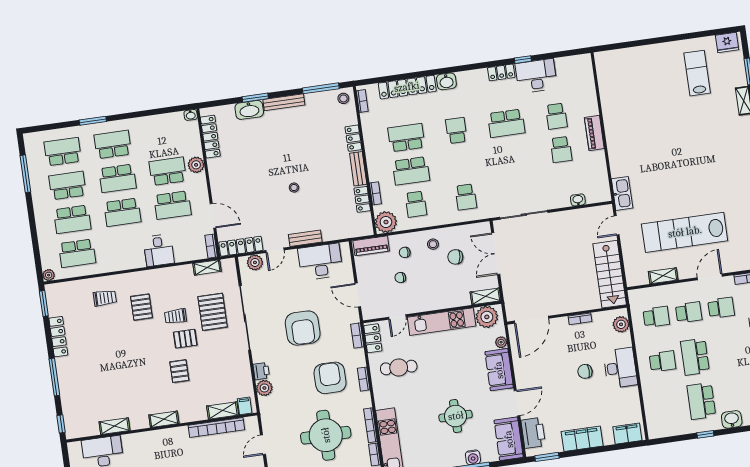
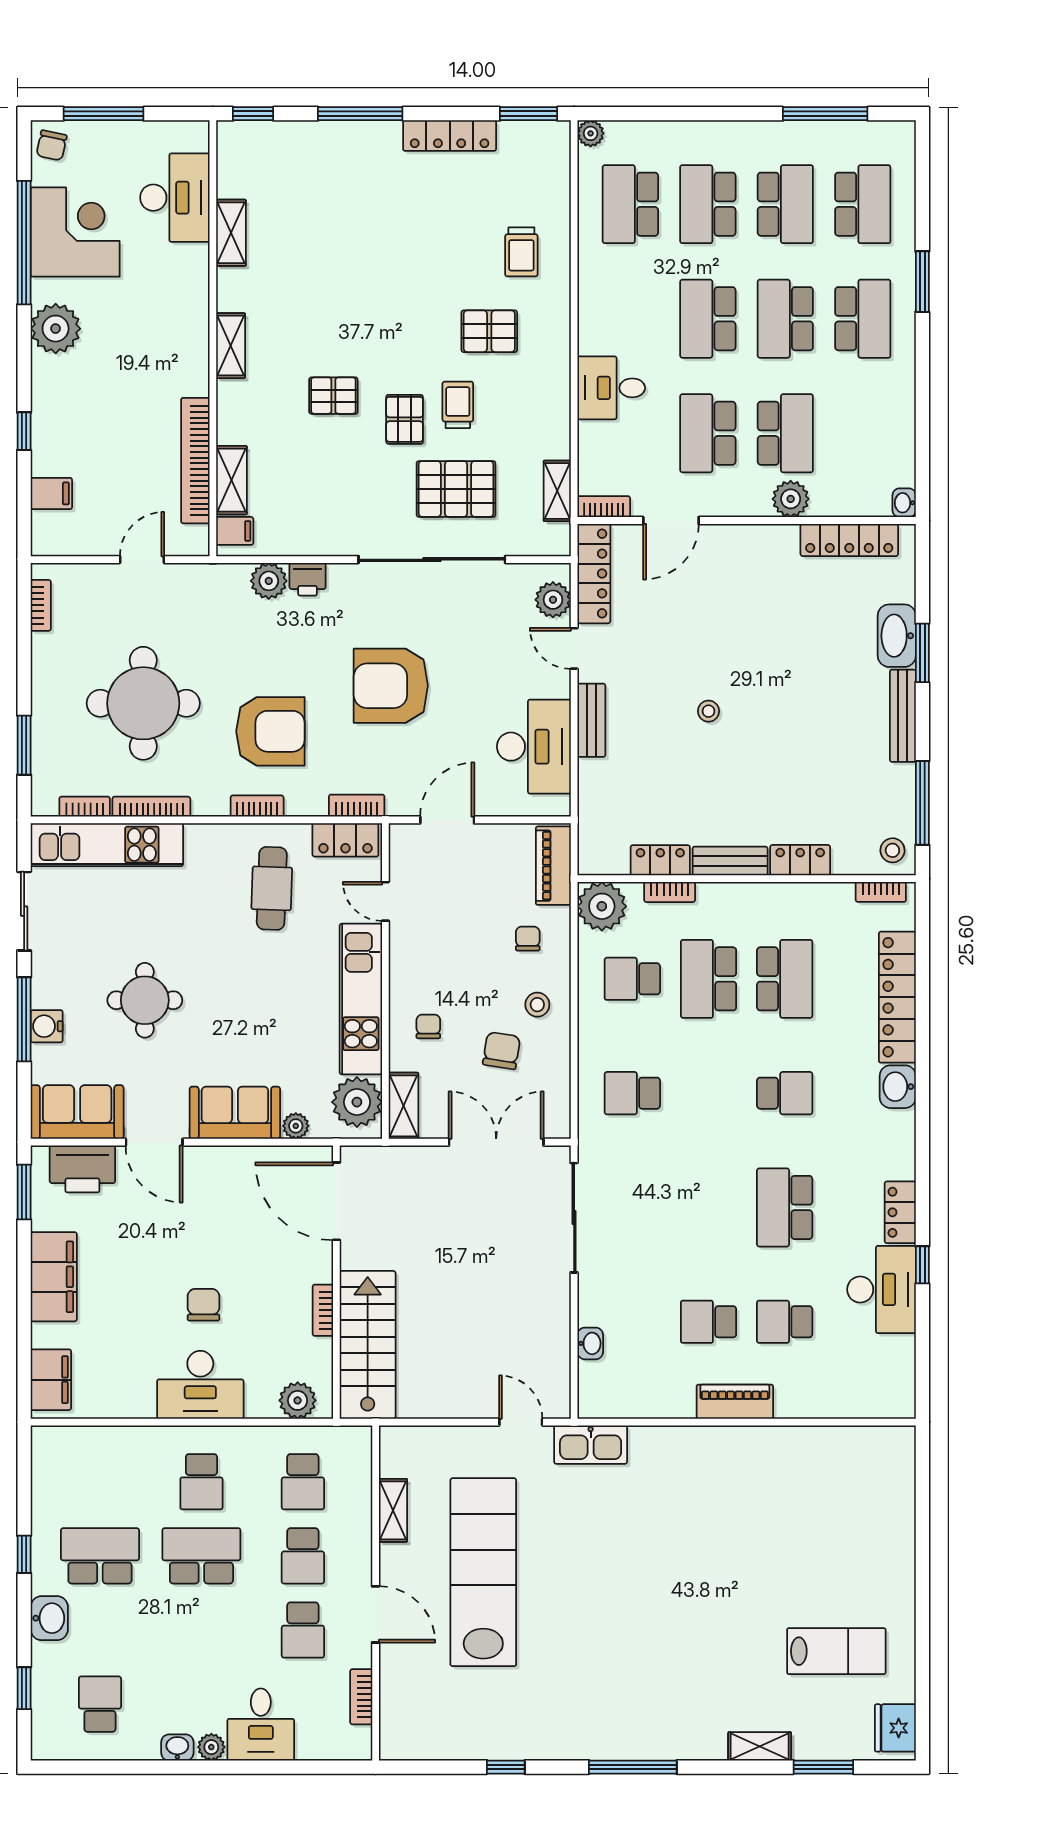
stairs: (610, 274) -> (368, 1345), moved, turned 90
chair: (400, 278) -> (428, 1026), moved
door: (263, 445) -> (142, 560), hinge flipped

